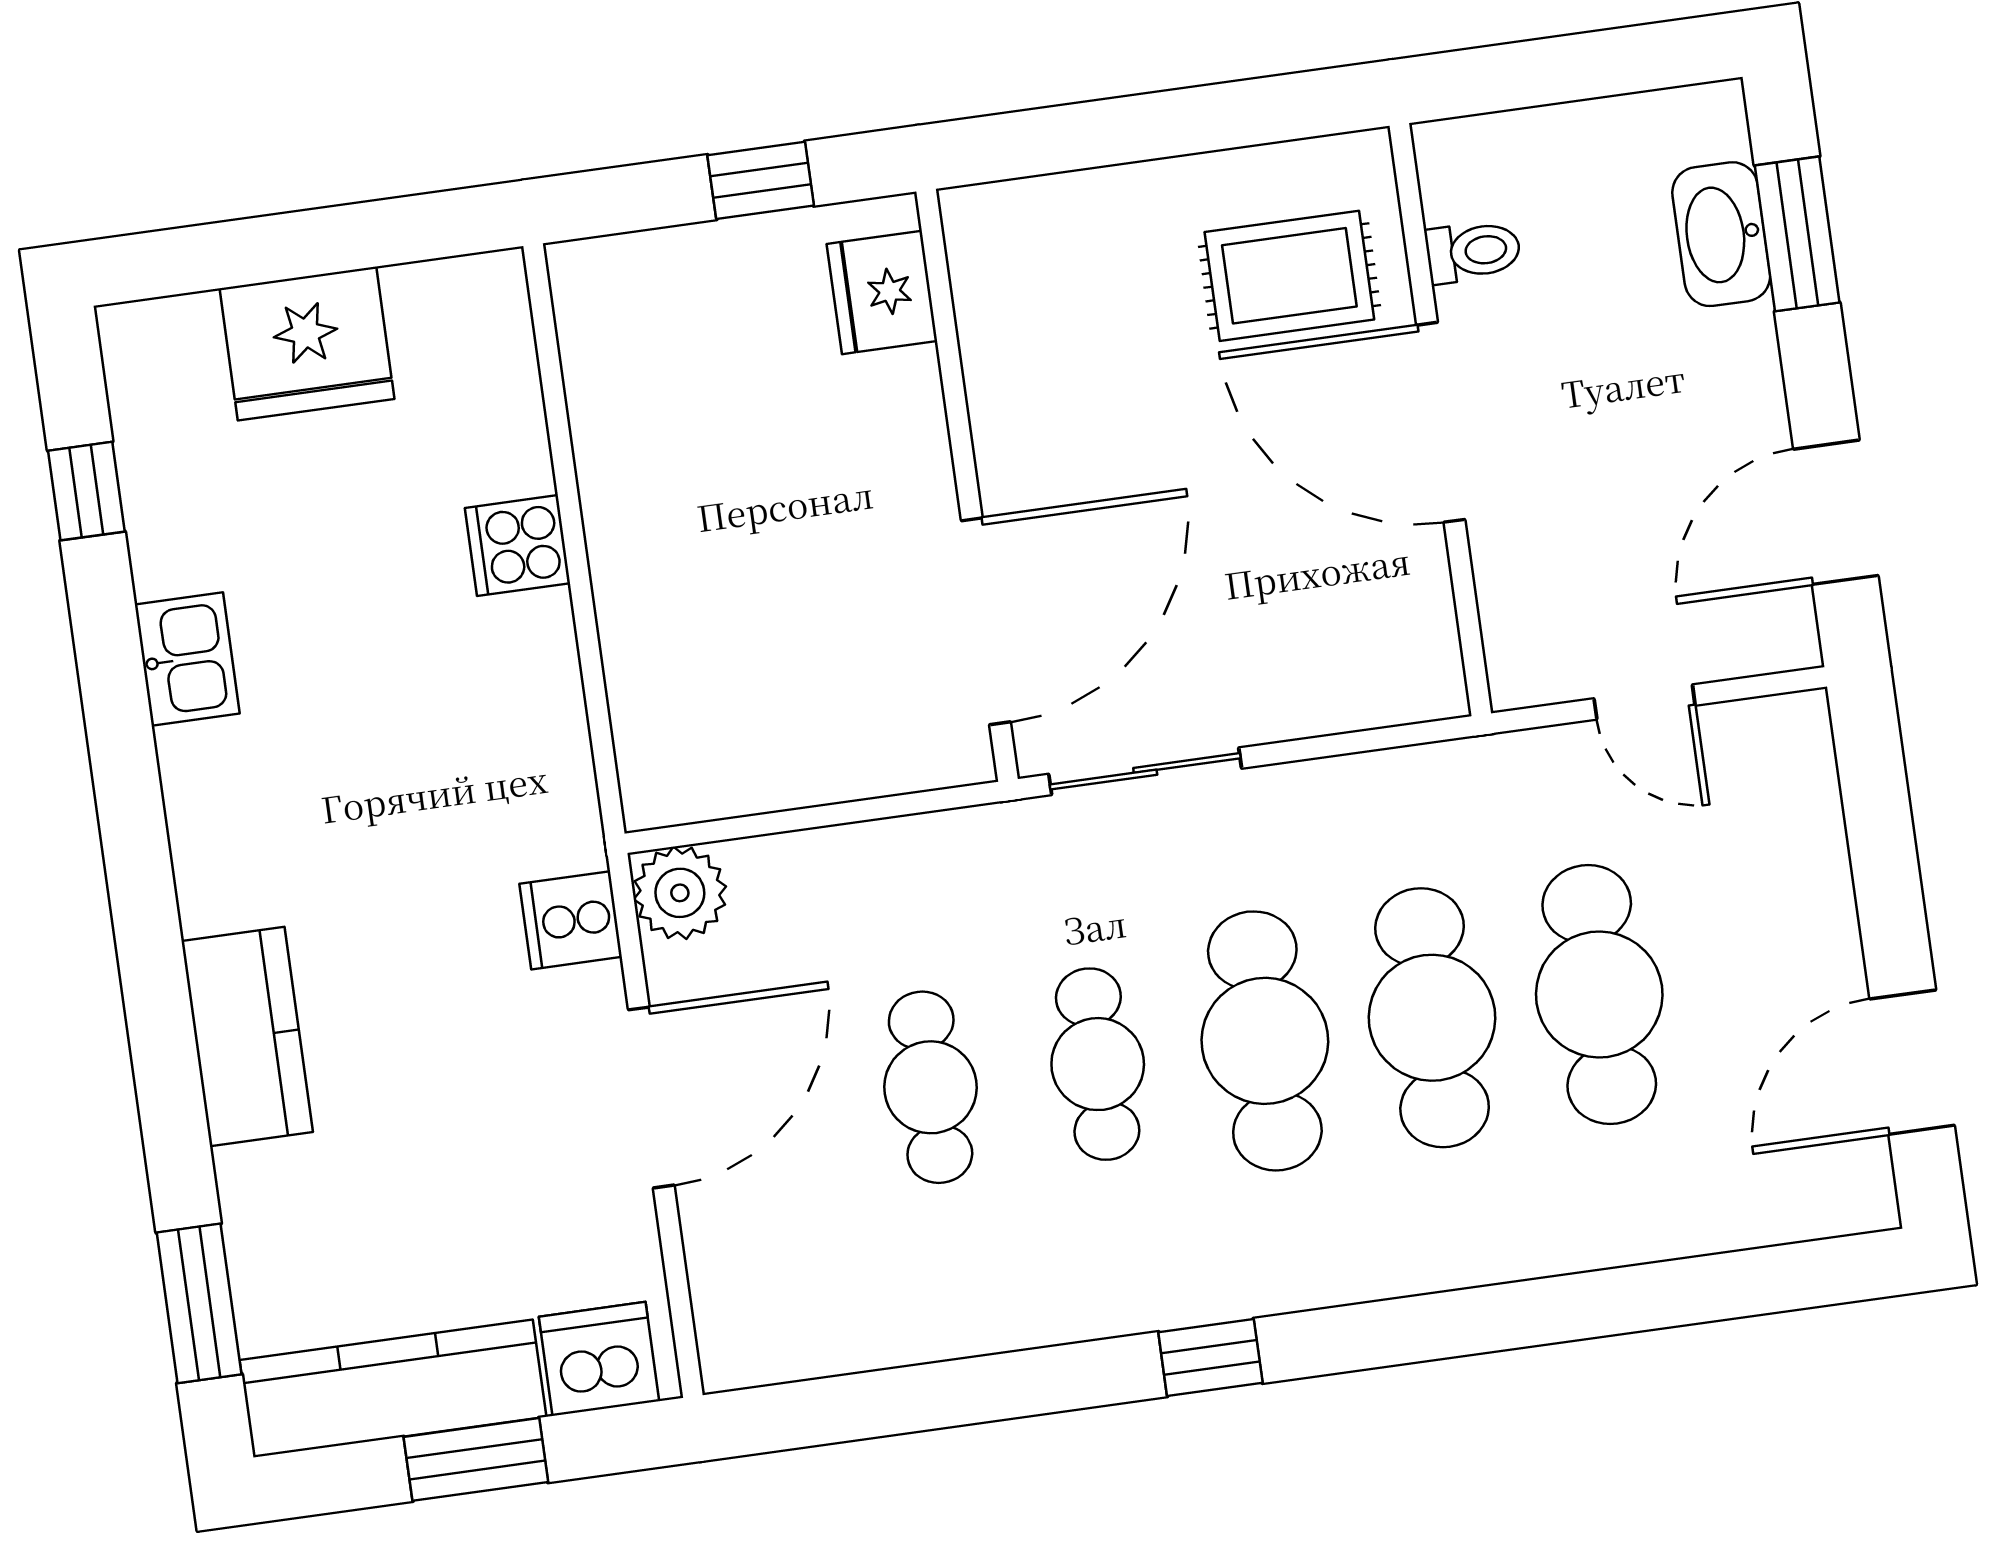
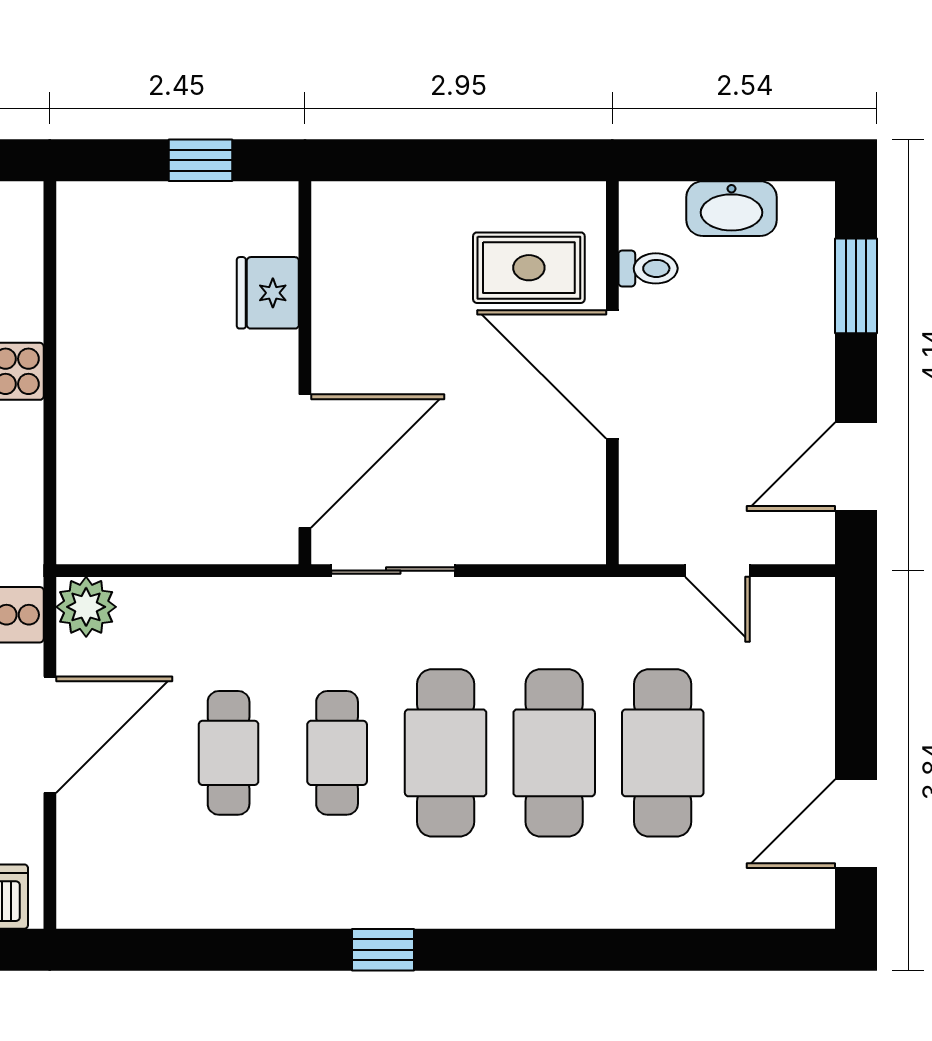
washbasin: (1721, 234) -> (732, 209), moved, turned -90
fridge: (882, 292) -> (268, 293), moved

